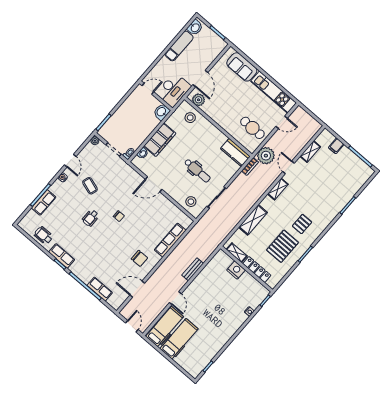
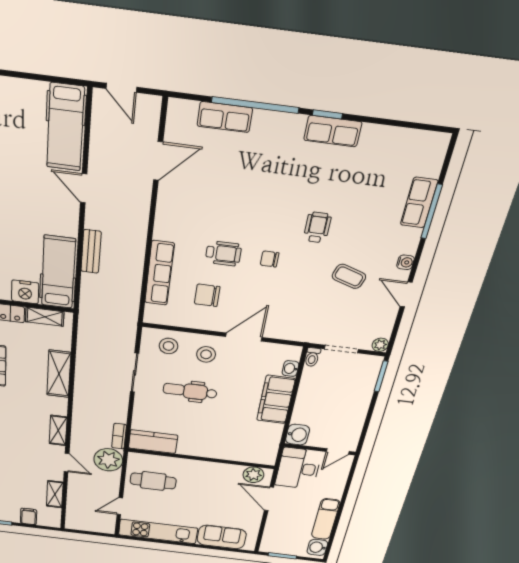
stool: (190, 118) -> (206, 354), moved
wheelchair: (44, 235) -> (223, 253), moved
chair: (139, 258) -> (207, 295), moved
hospital bed: (179, 339) -> (58, 272), moved, turned 180

